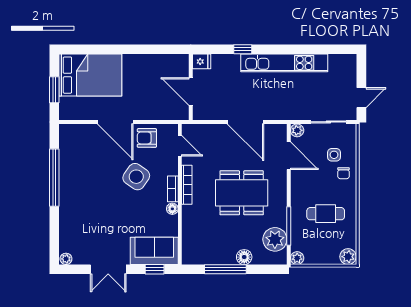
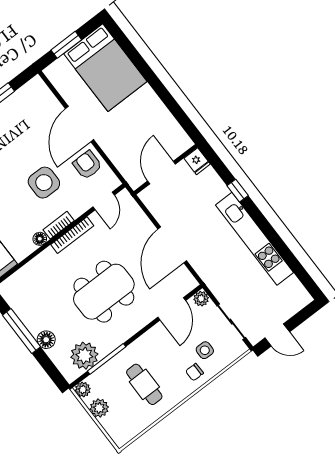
side table: (136, 177) -> (44, 183), turned -35
dining table: (242, 193) -> (104, 292), turned 90
plant: (348, 257) -> (99, 408), moved

